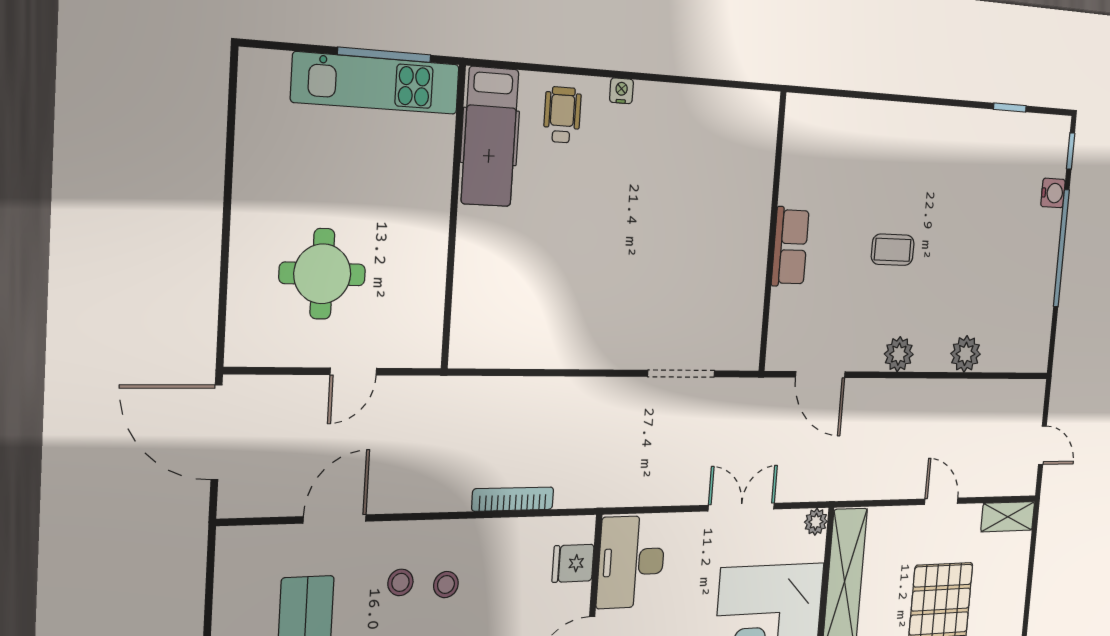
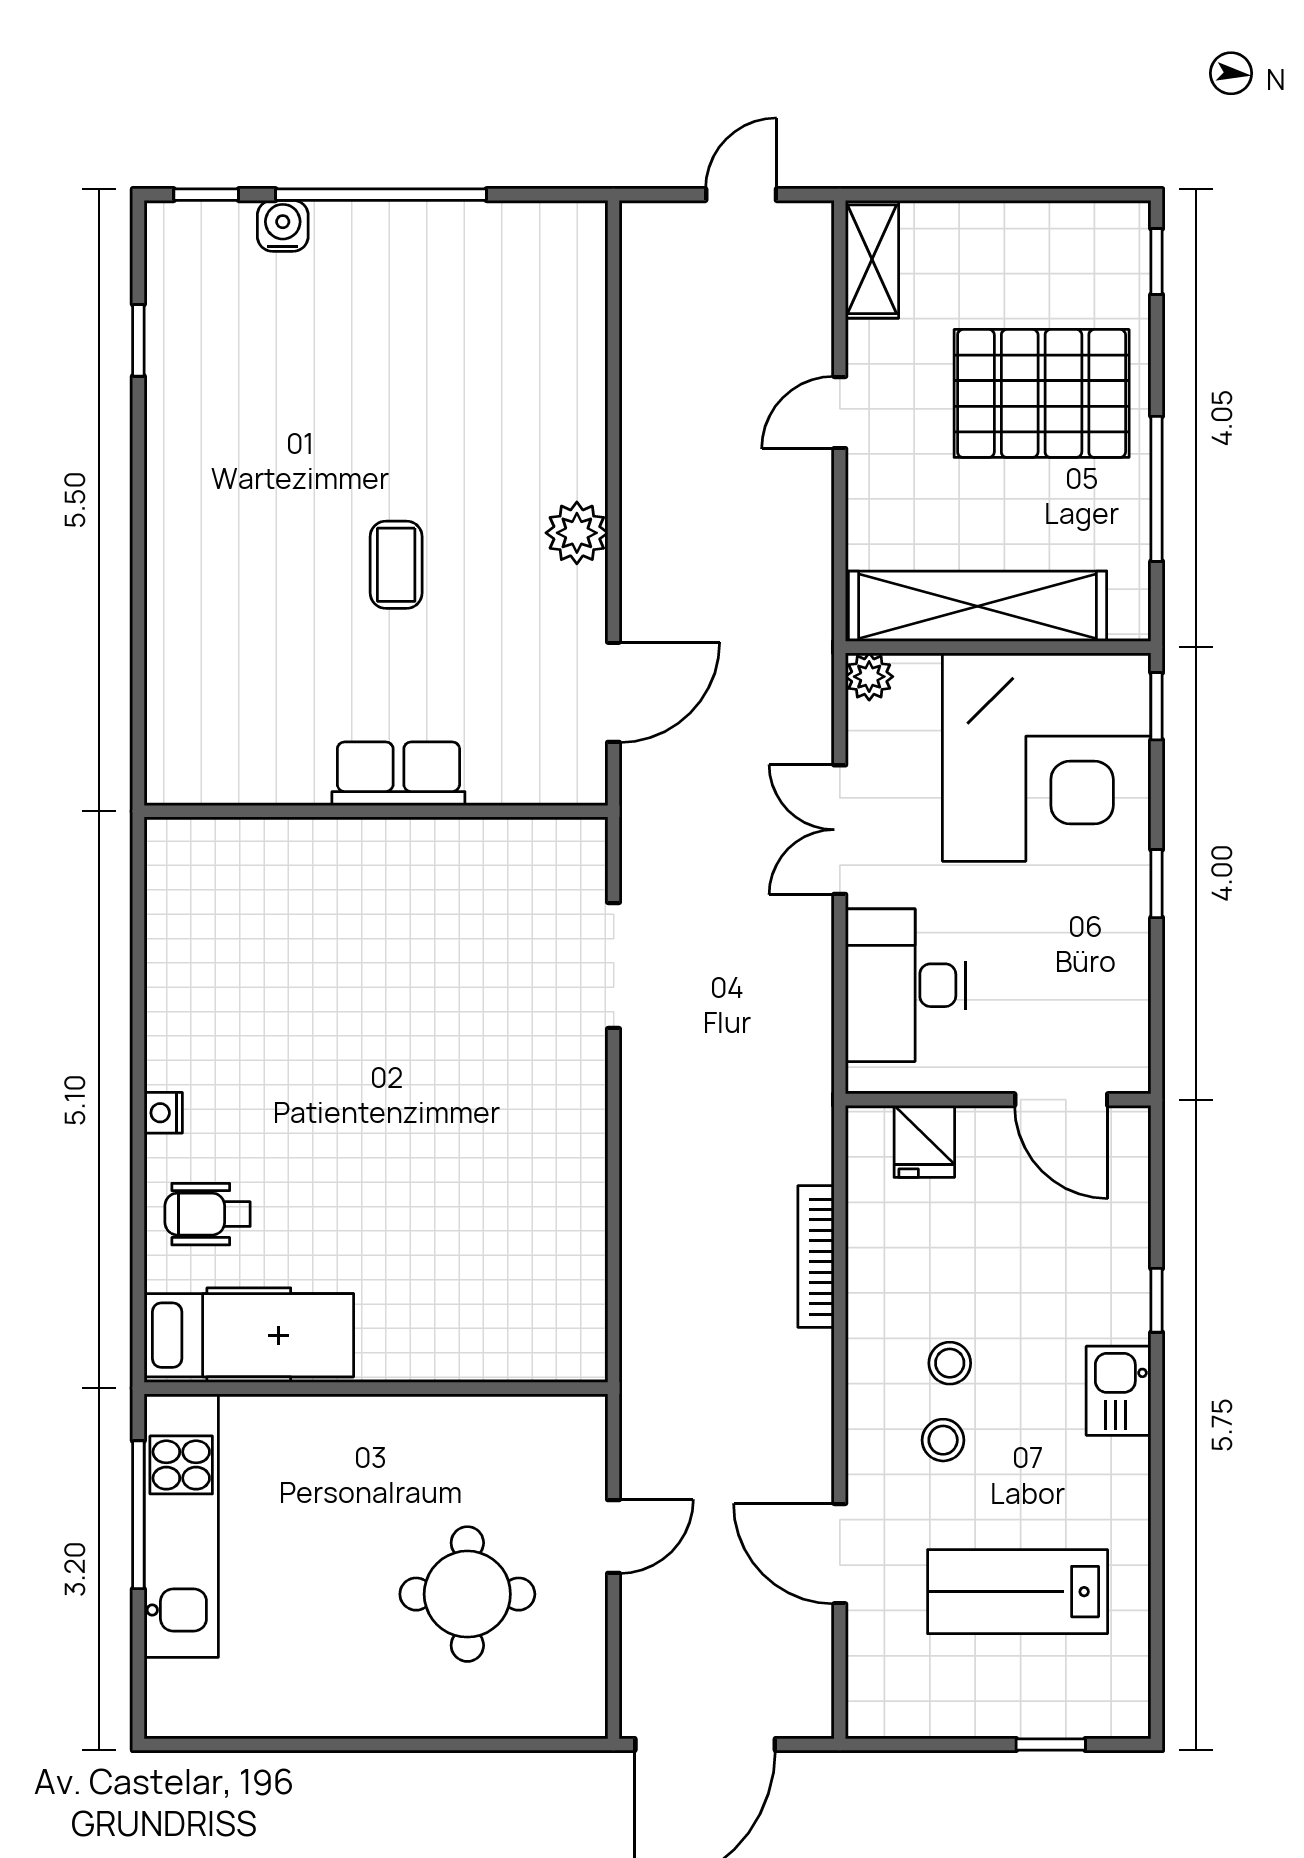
plant: (966, 354) -> (575, 388), removed
door: (353, 371) -> (614, 1536), hinge flipped
desk: (631, 562) -> (905, 985), moved, turned 90

